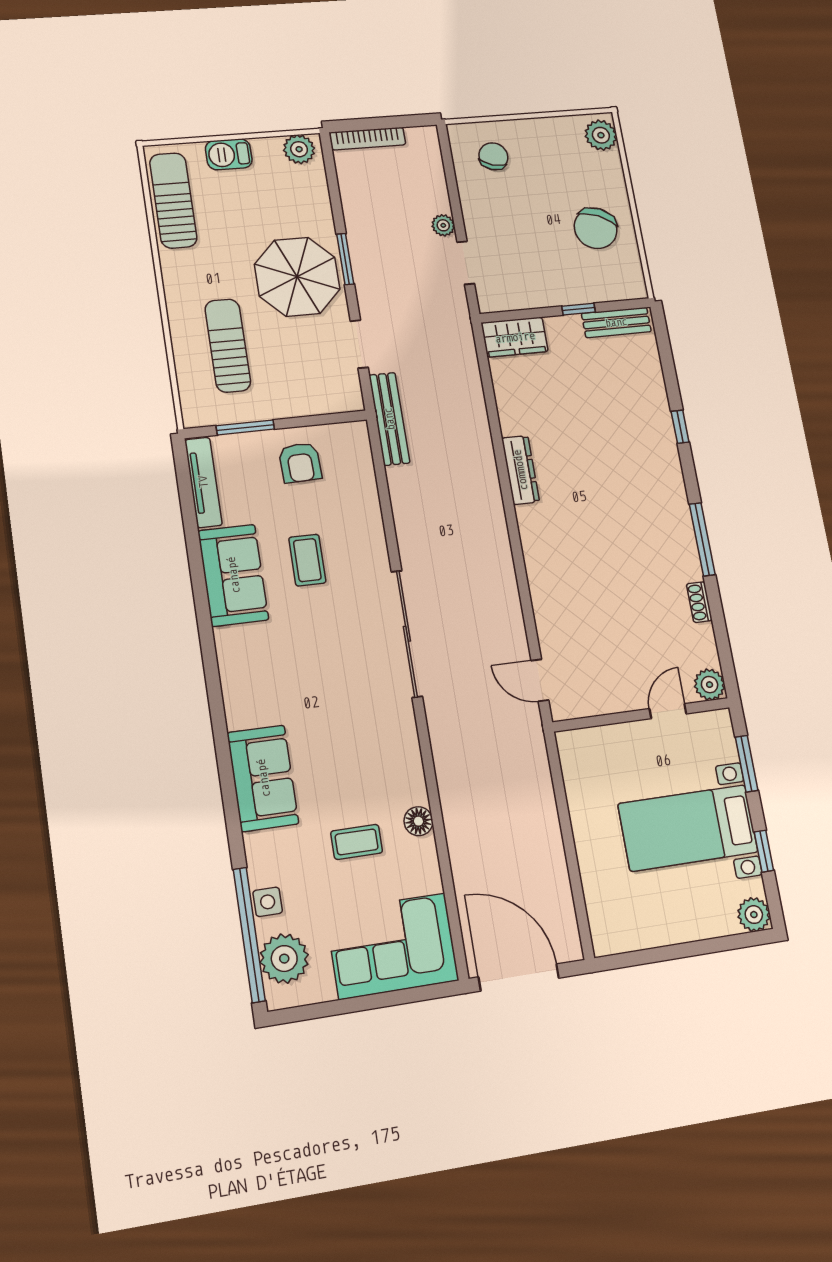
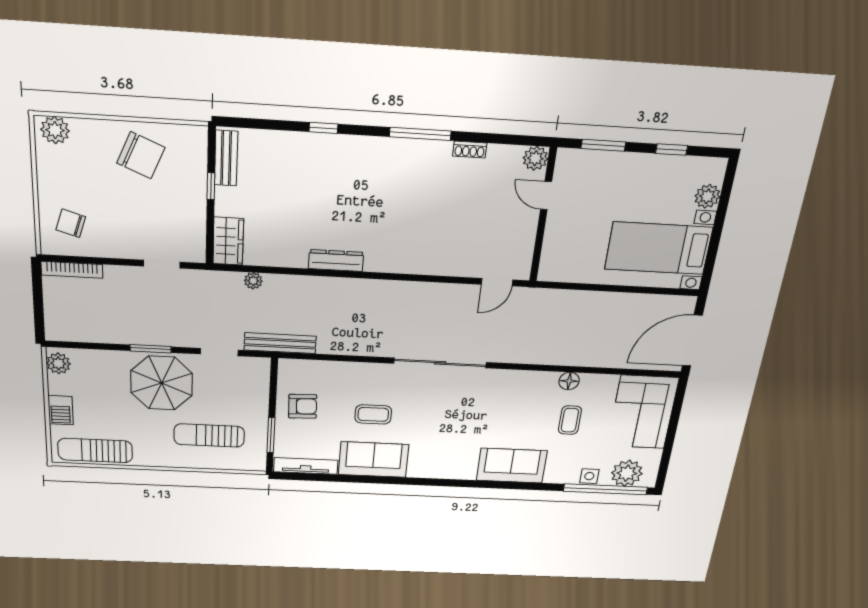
bookcase: (367, 139) -> (72, 270), moved, turned 90
plant: (443, 225) -> (253, 281), moved
bed with nightstands: (688, 828) -> (659, 248), moved, turned 90
plant: (754, 915) -> (707, 196), moved

